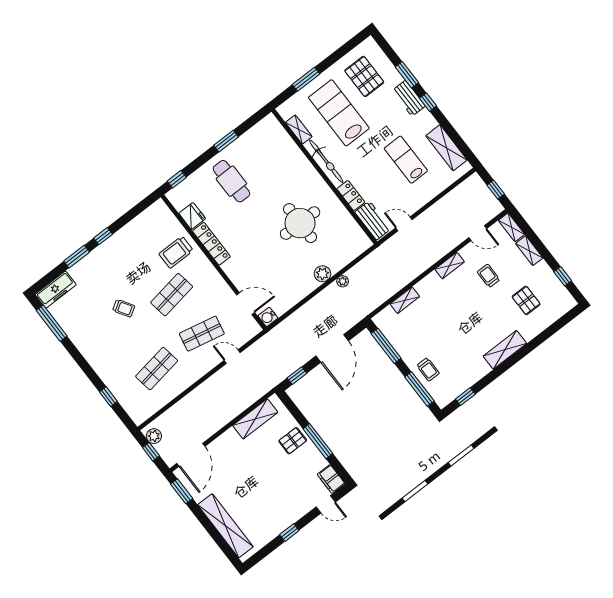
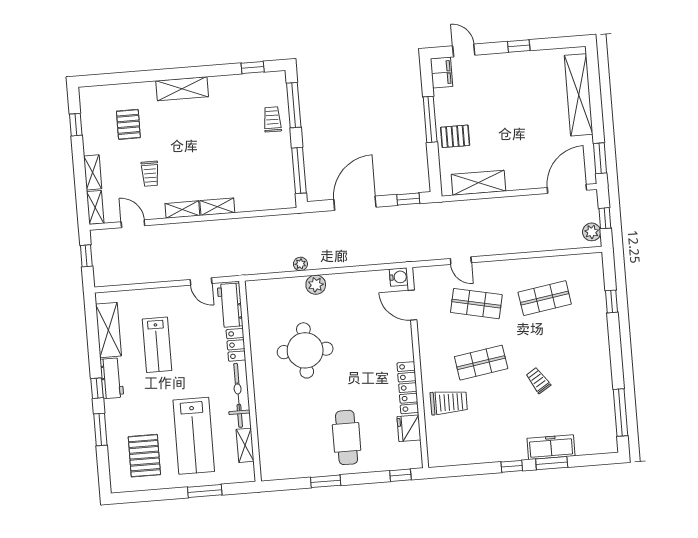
workbench: (409, 98) -> (112, 378), moved
freezer: (56, 290) -> (551, 447), moved
shelving: (405, 300) -> (217, 207), moved

